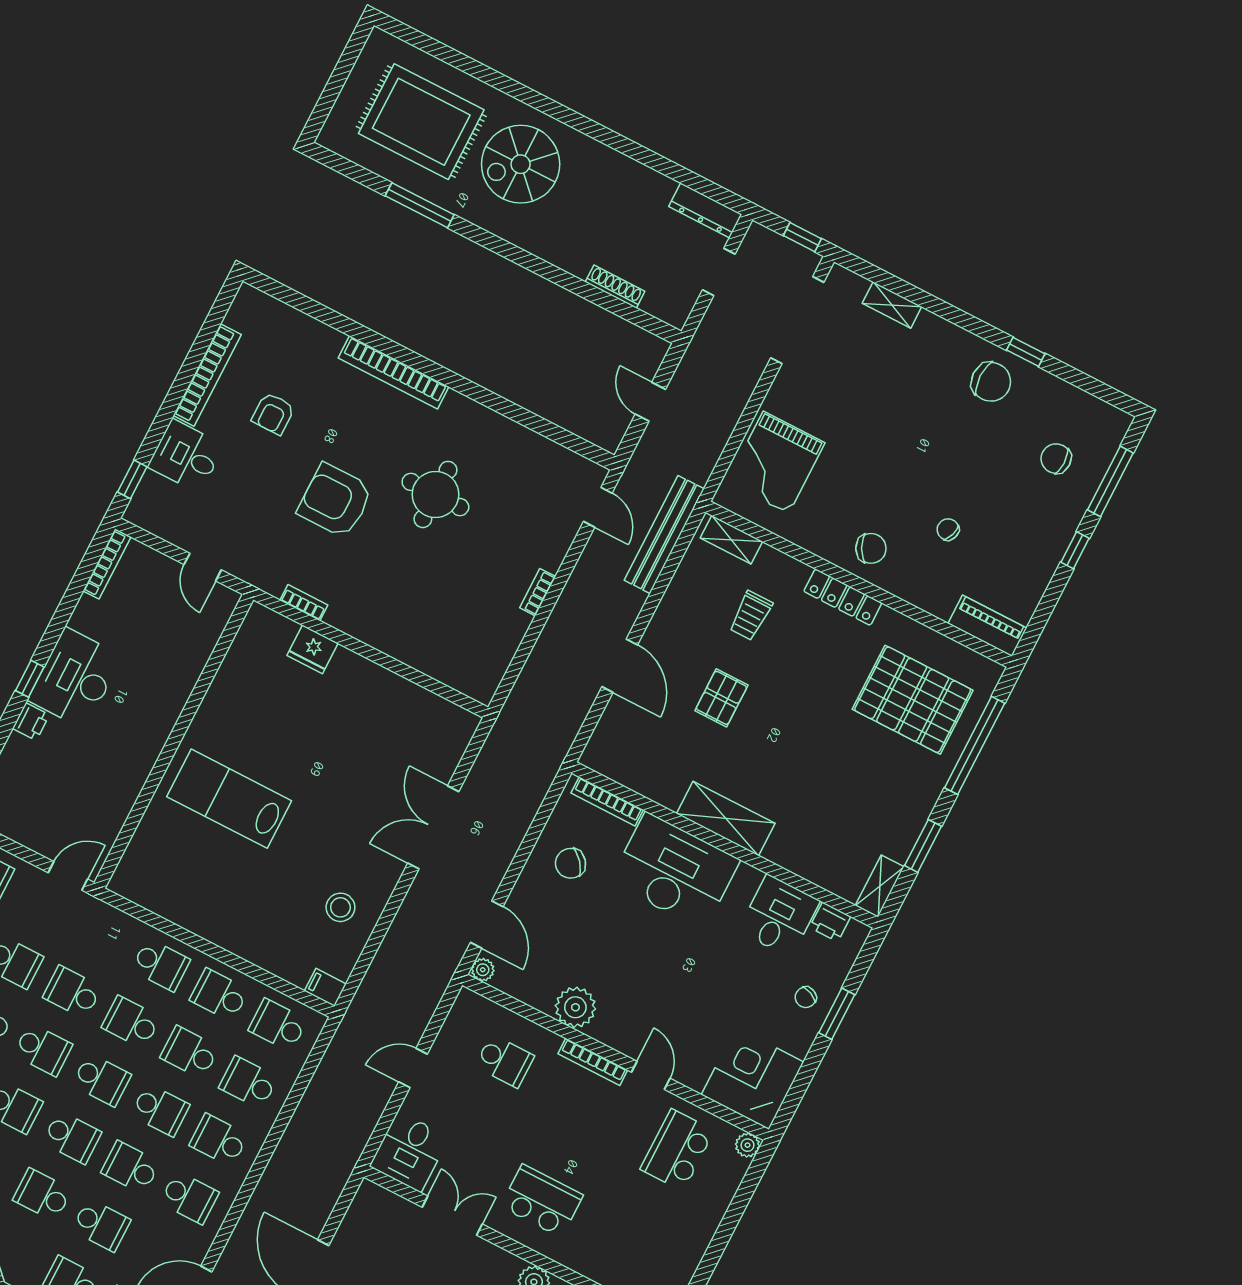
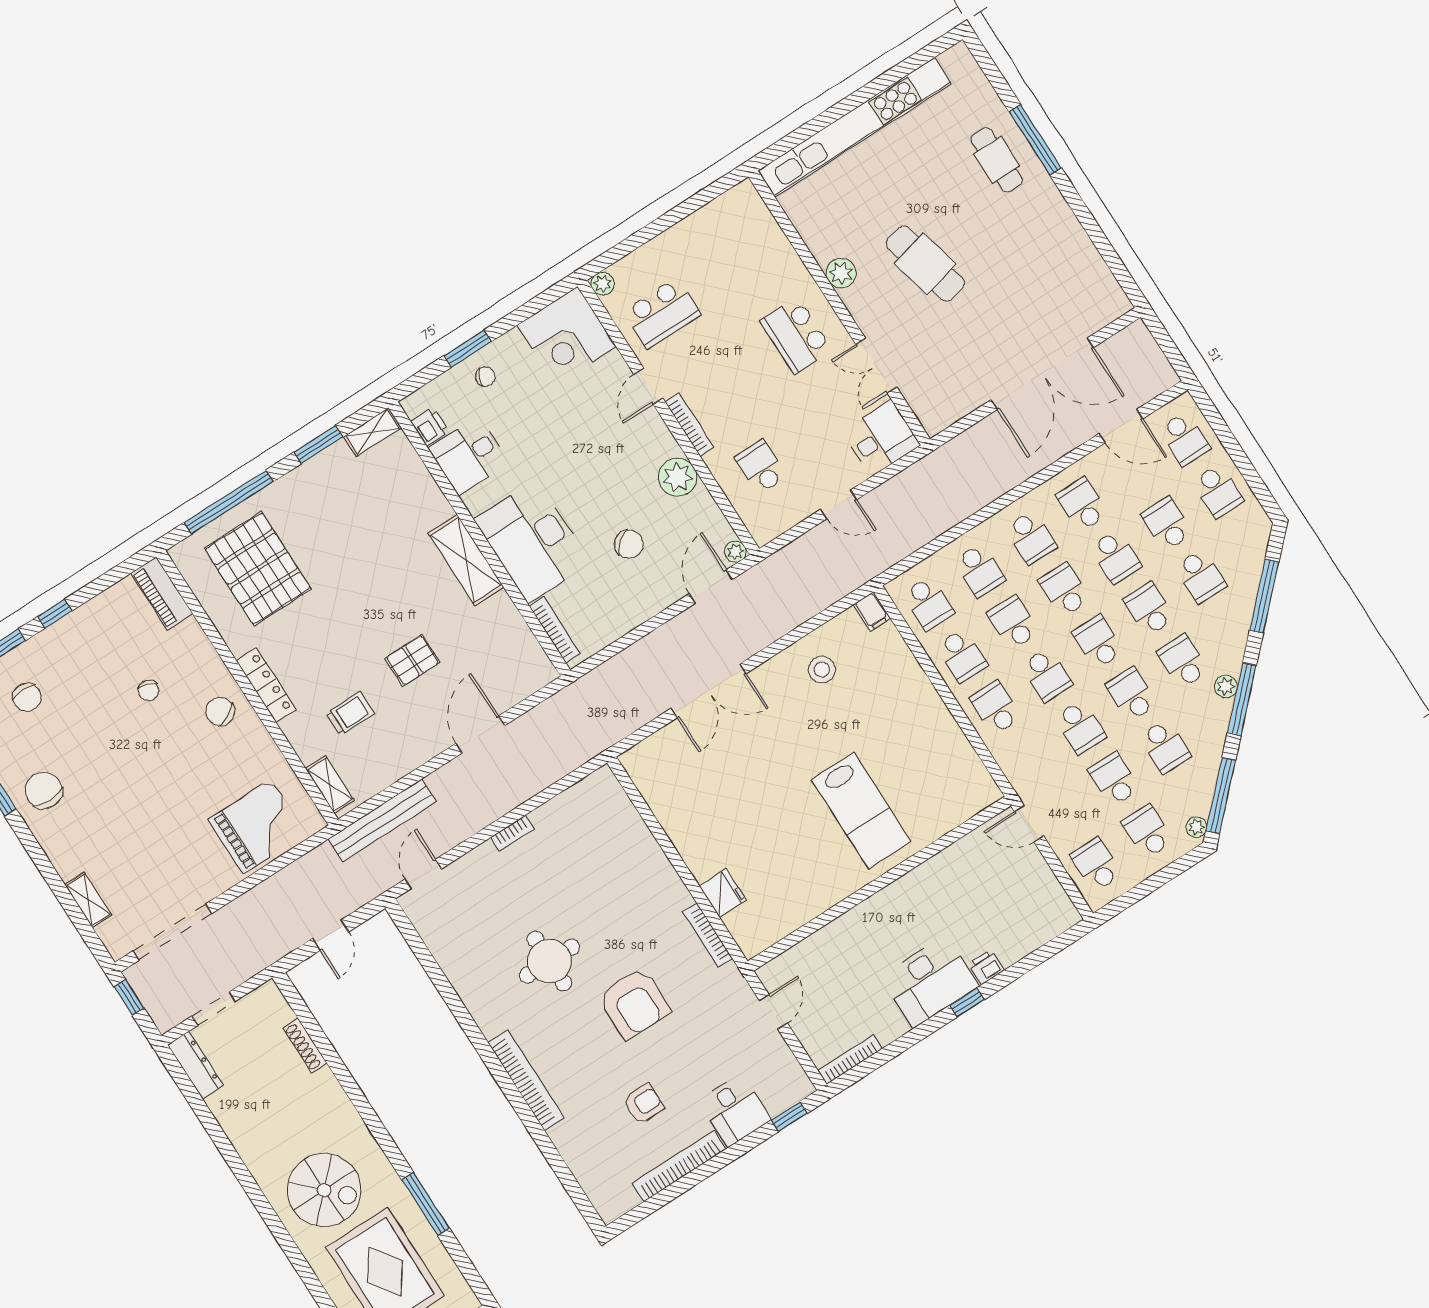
bookcase: (304, 603) -> (708, 935), width x1.56
chair: (571, 863) -> (629, 544), moved
school desk: (190, 1052) -> (1013, 623), turned 180

